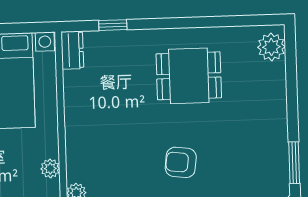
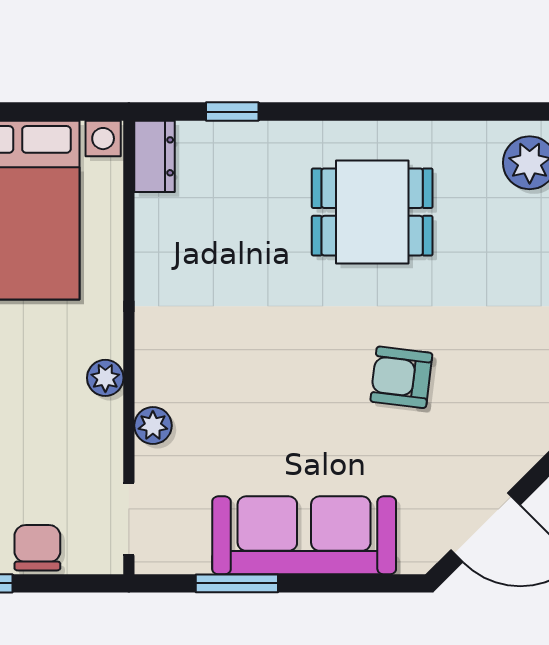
armchair: (181, 162) -> (401, 377), moved

